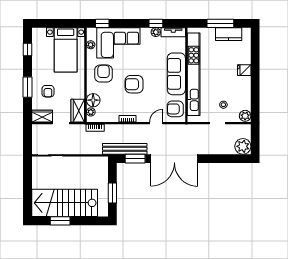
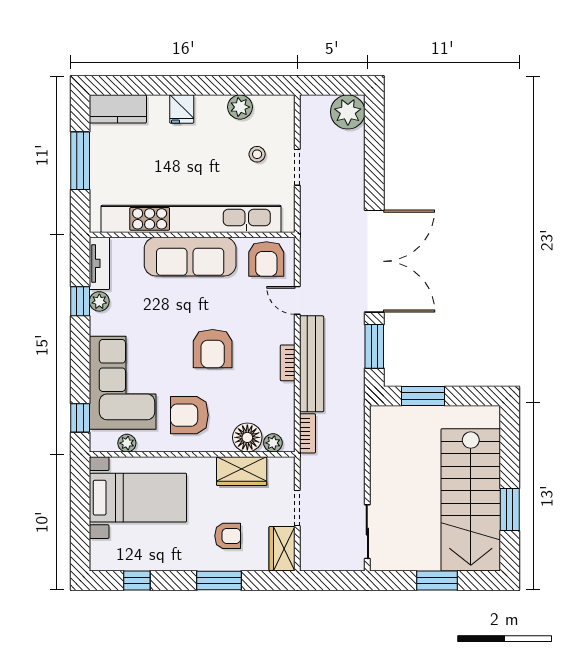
kitchen counter: (229, 34) -> (118, 109), moved, turned 90
wardrobe: (78, 111) -> (242, 471), moved
plant: (245, 116) -> (240, 107), moved
bench: (125, 149) -> (312, 364), moved
window: (28, 187) -> (437, 580), added
window: (112, 193) -> (423, 396), moved

